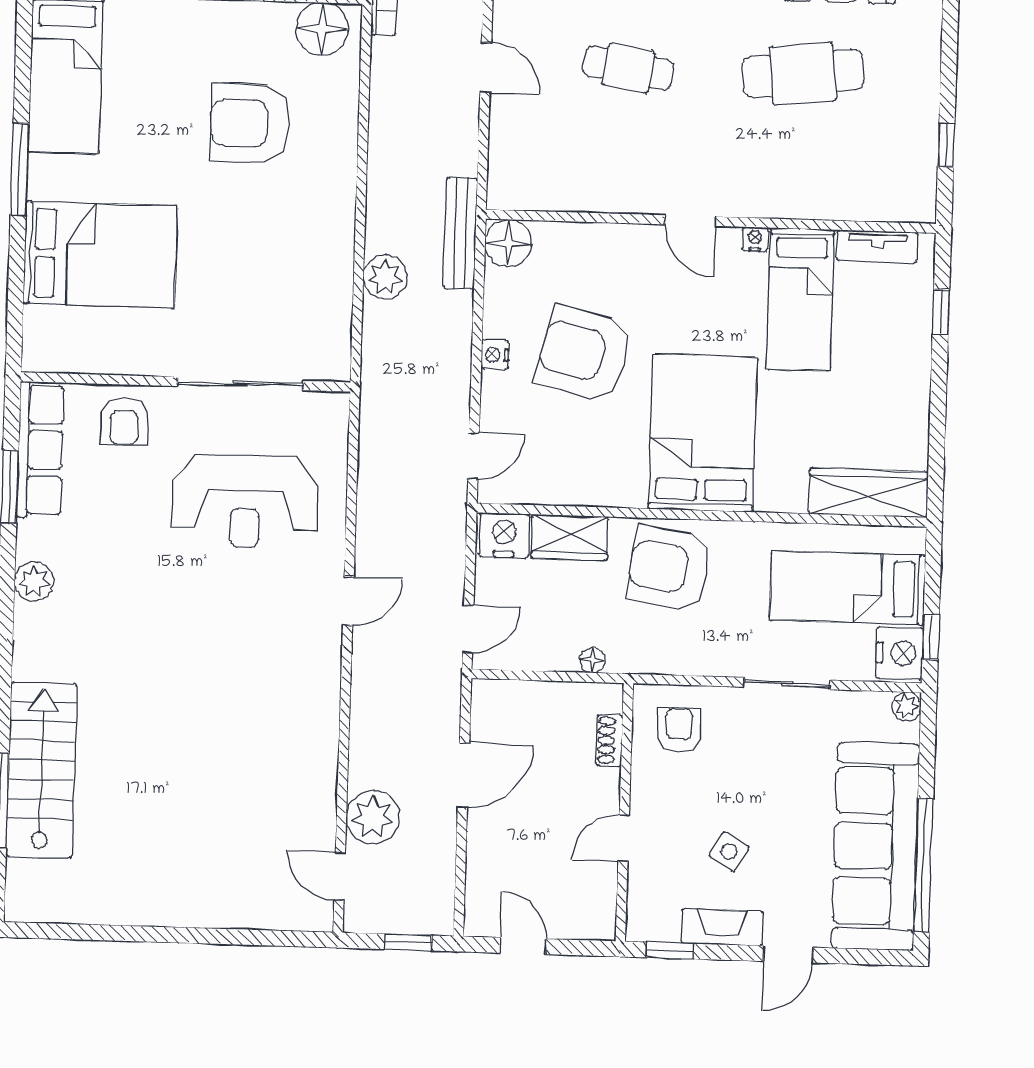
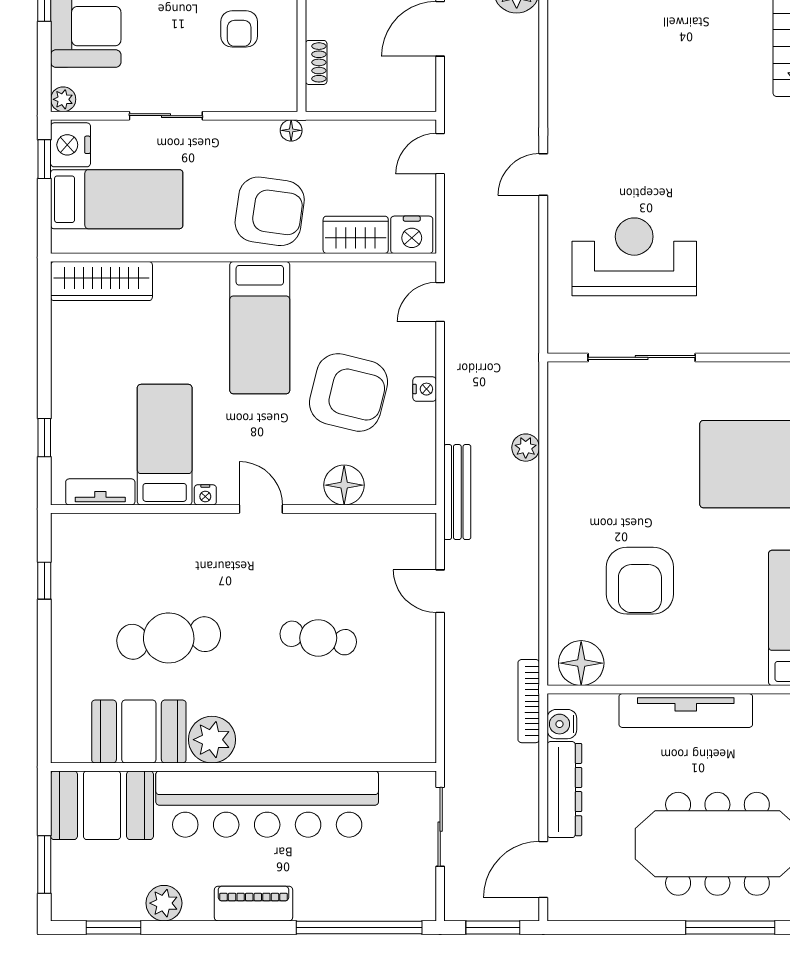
door: (486, 68) -> (440, 591), moved
armchair: (250, 123) -> (640, 581), turned 90
floor lamp: (508, 243) -> (344, 485), moved
plant: (385, 277) -> (526, 448), width x0.73, depth x0.73
armchair: (124, 421) -> (740, 322), removed
bed: (703, 433) -> (260, 328), width x0.67
floor lamp: (593, 660) -> (291, 130), moved
armchair: (679, 730) -> (239, 29), moved

